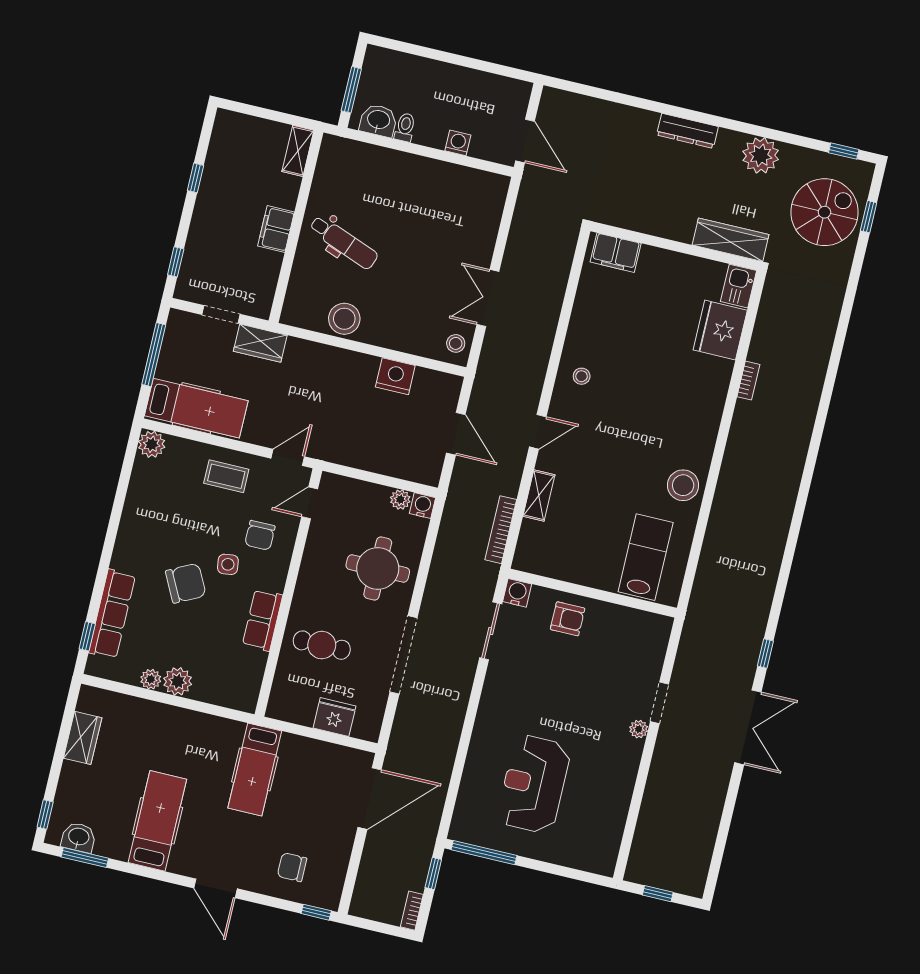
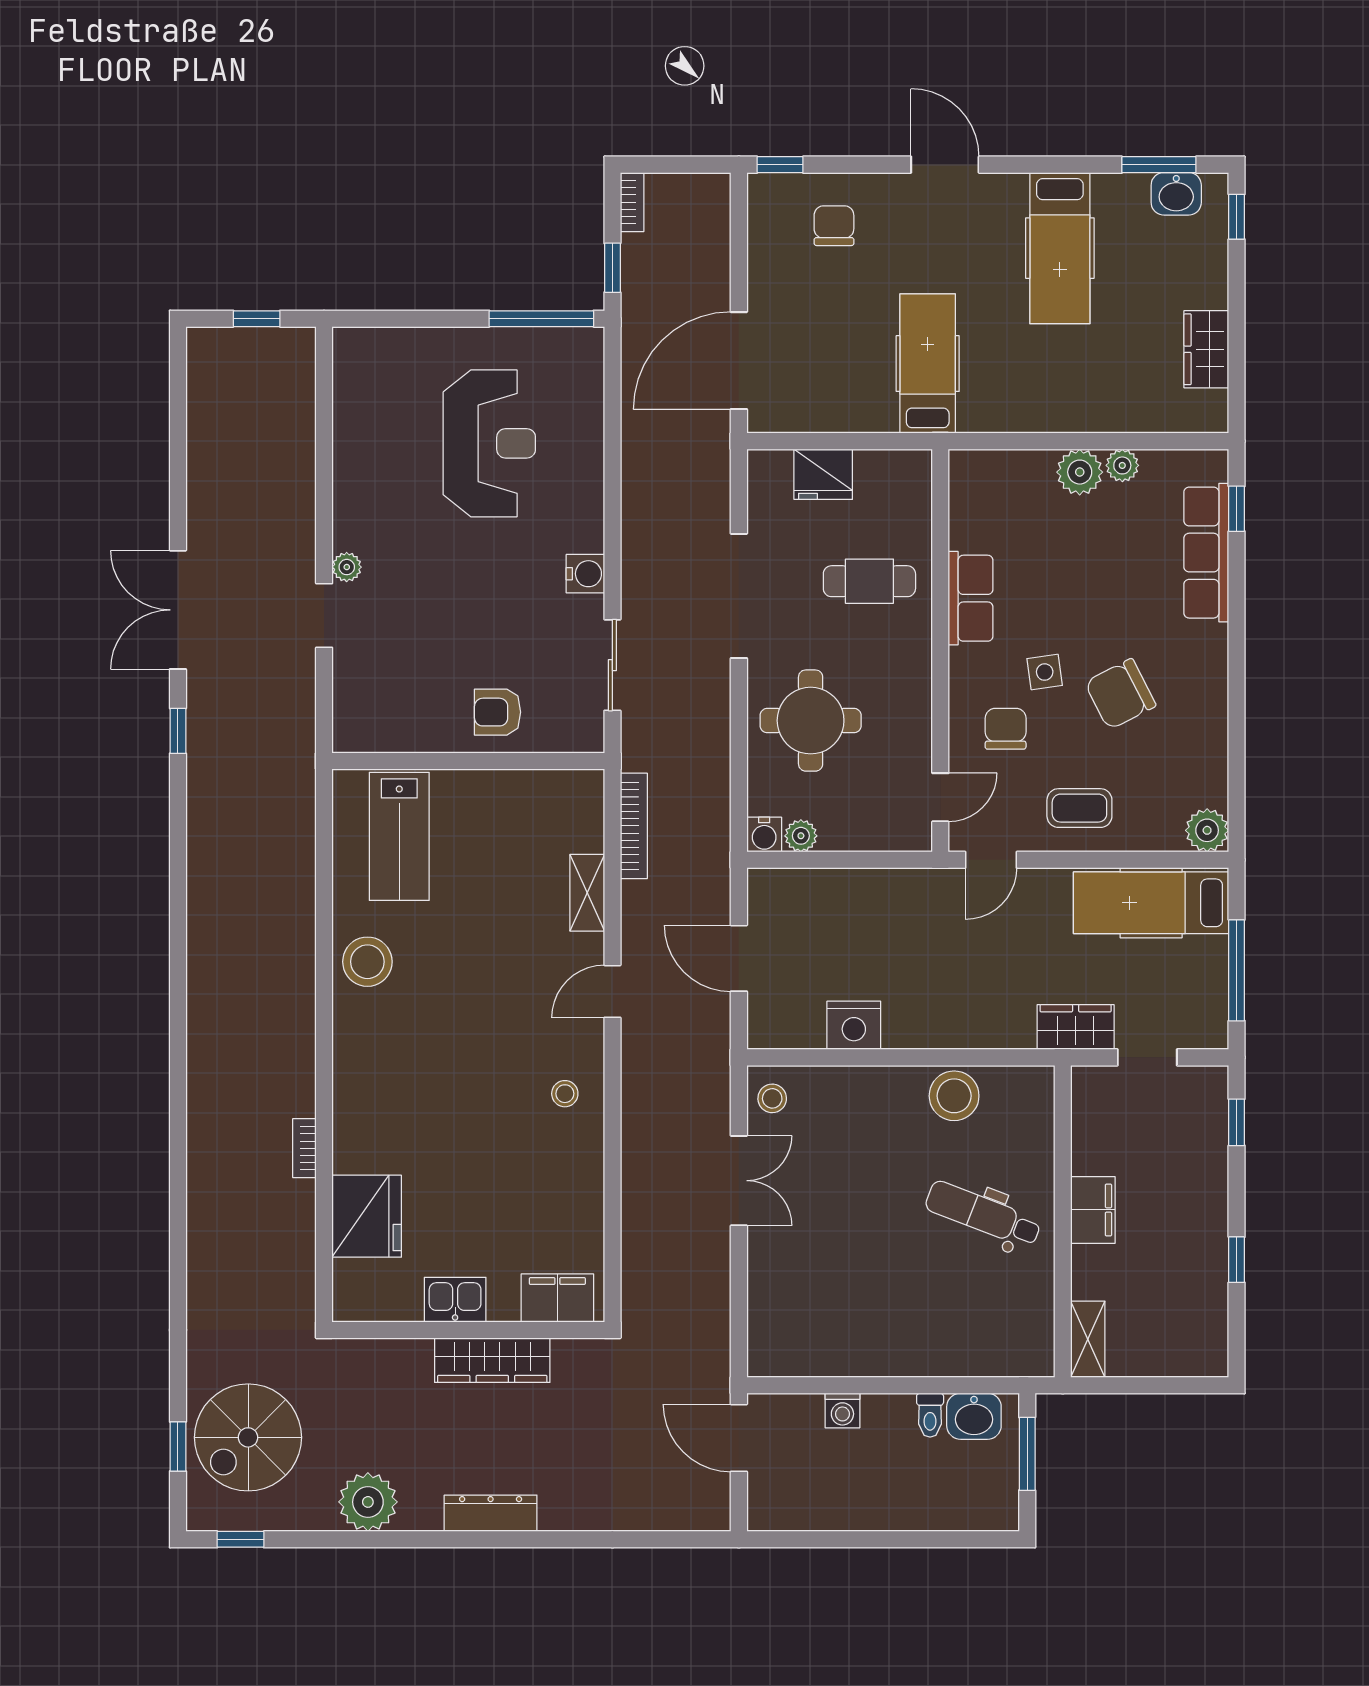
wardrobe: (731, 240) -> (492, 1360), moved
kitchen sink: (739, 286) -> (455, 1300), moved, turned -90
chair: (186, 583) -> (1120, 694), moved
water cooler: (517, 593) -> (585, 574), moved, turned -90
chair: (292, 867) -> (834, 226), turned -90

